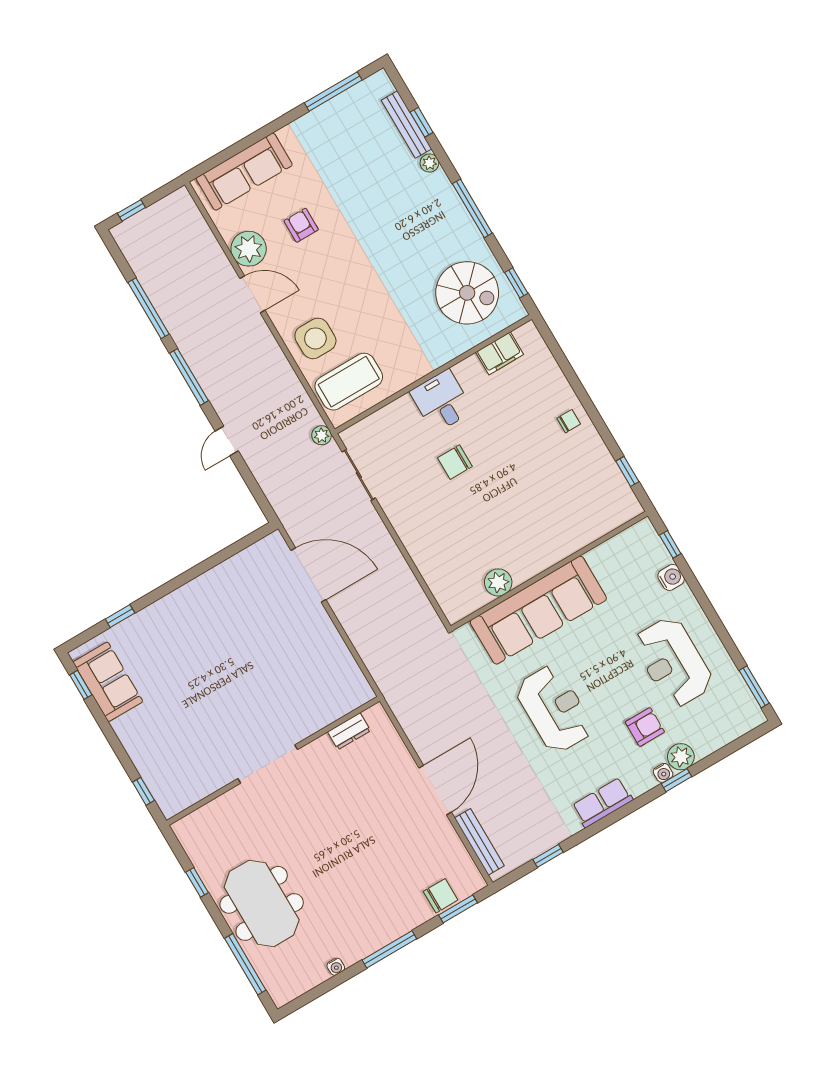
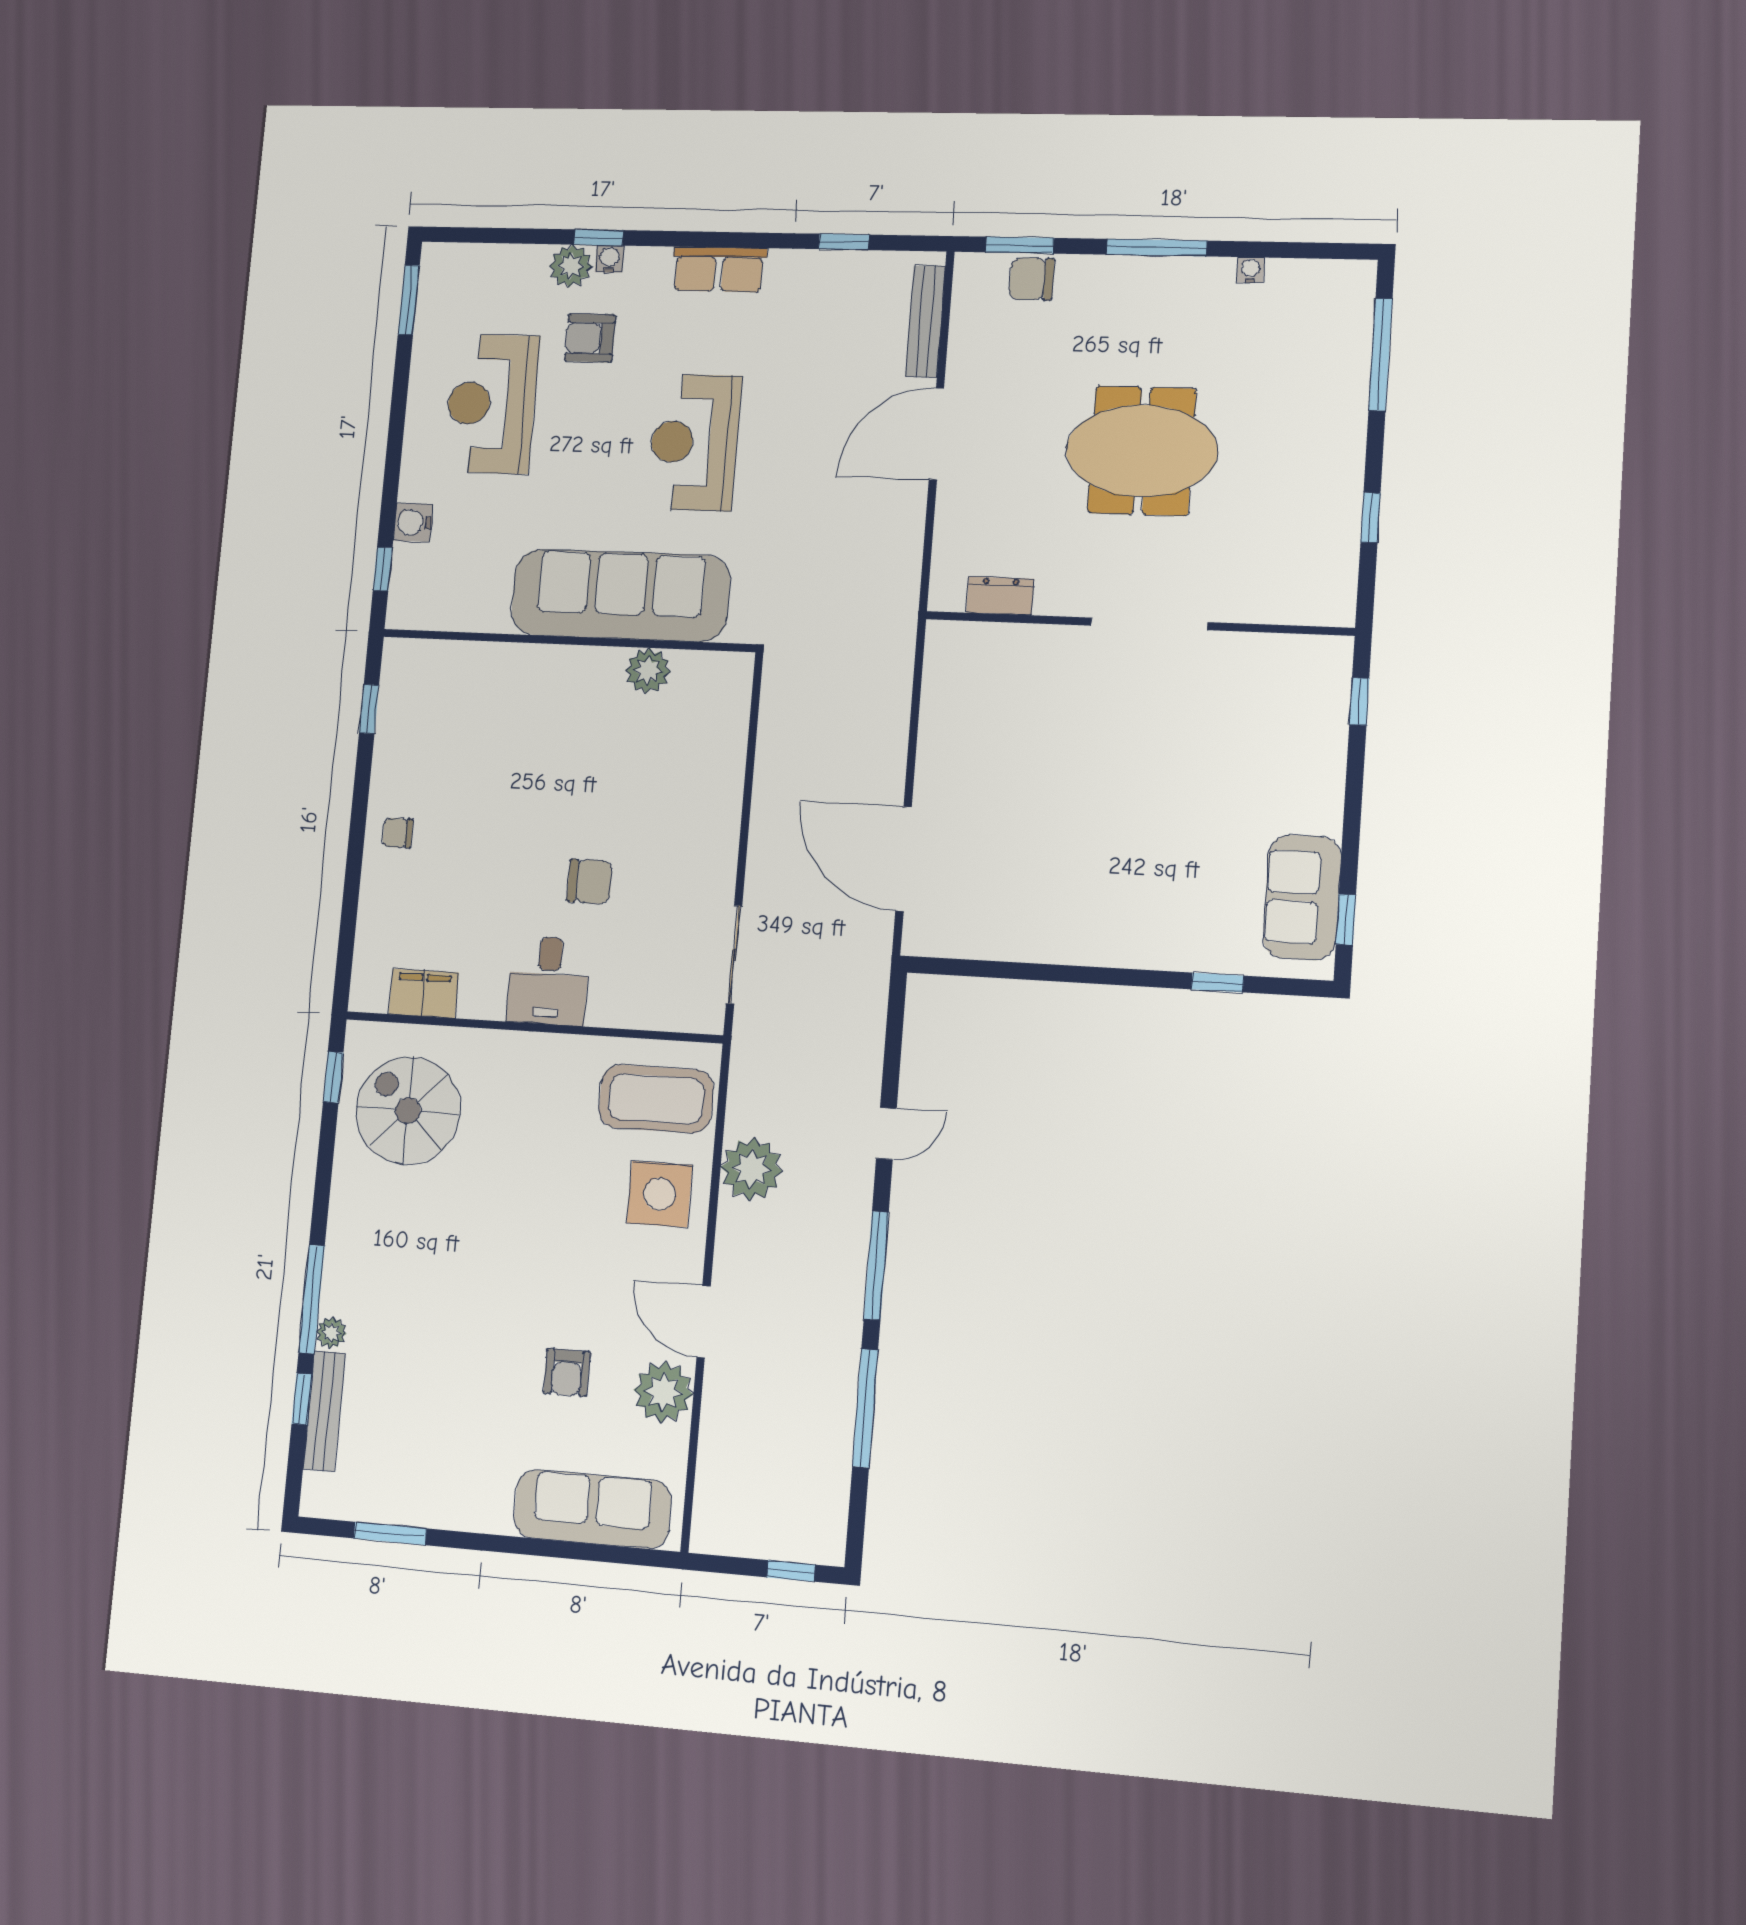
window: (333, 91) -> (390, 1533), width x0.69
window: (472, 208) -> (312, 1299), moved
plant: (322, 435) -> (752, 1169), moved, width x1.87, depth x1.87
reception desk: (673, 662) -> (491, 404), turned 180
meeting table: (262, 903) -> (1142, 451), moved, turned 90

